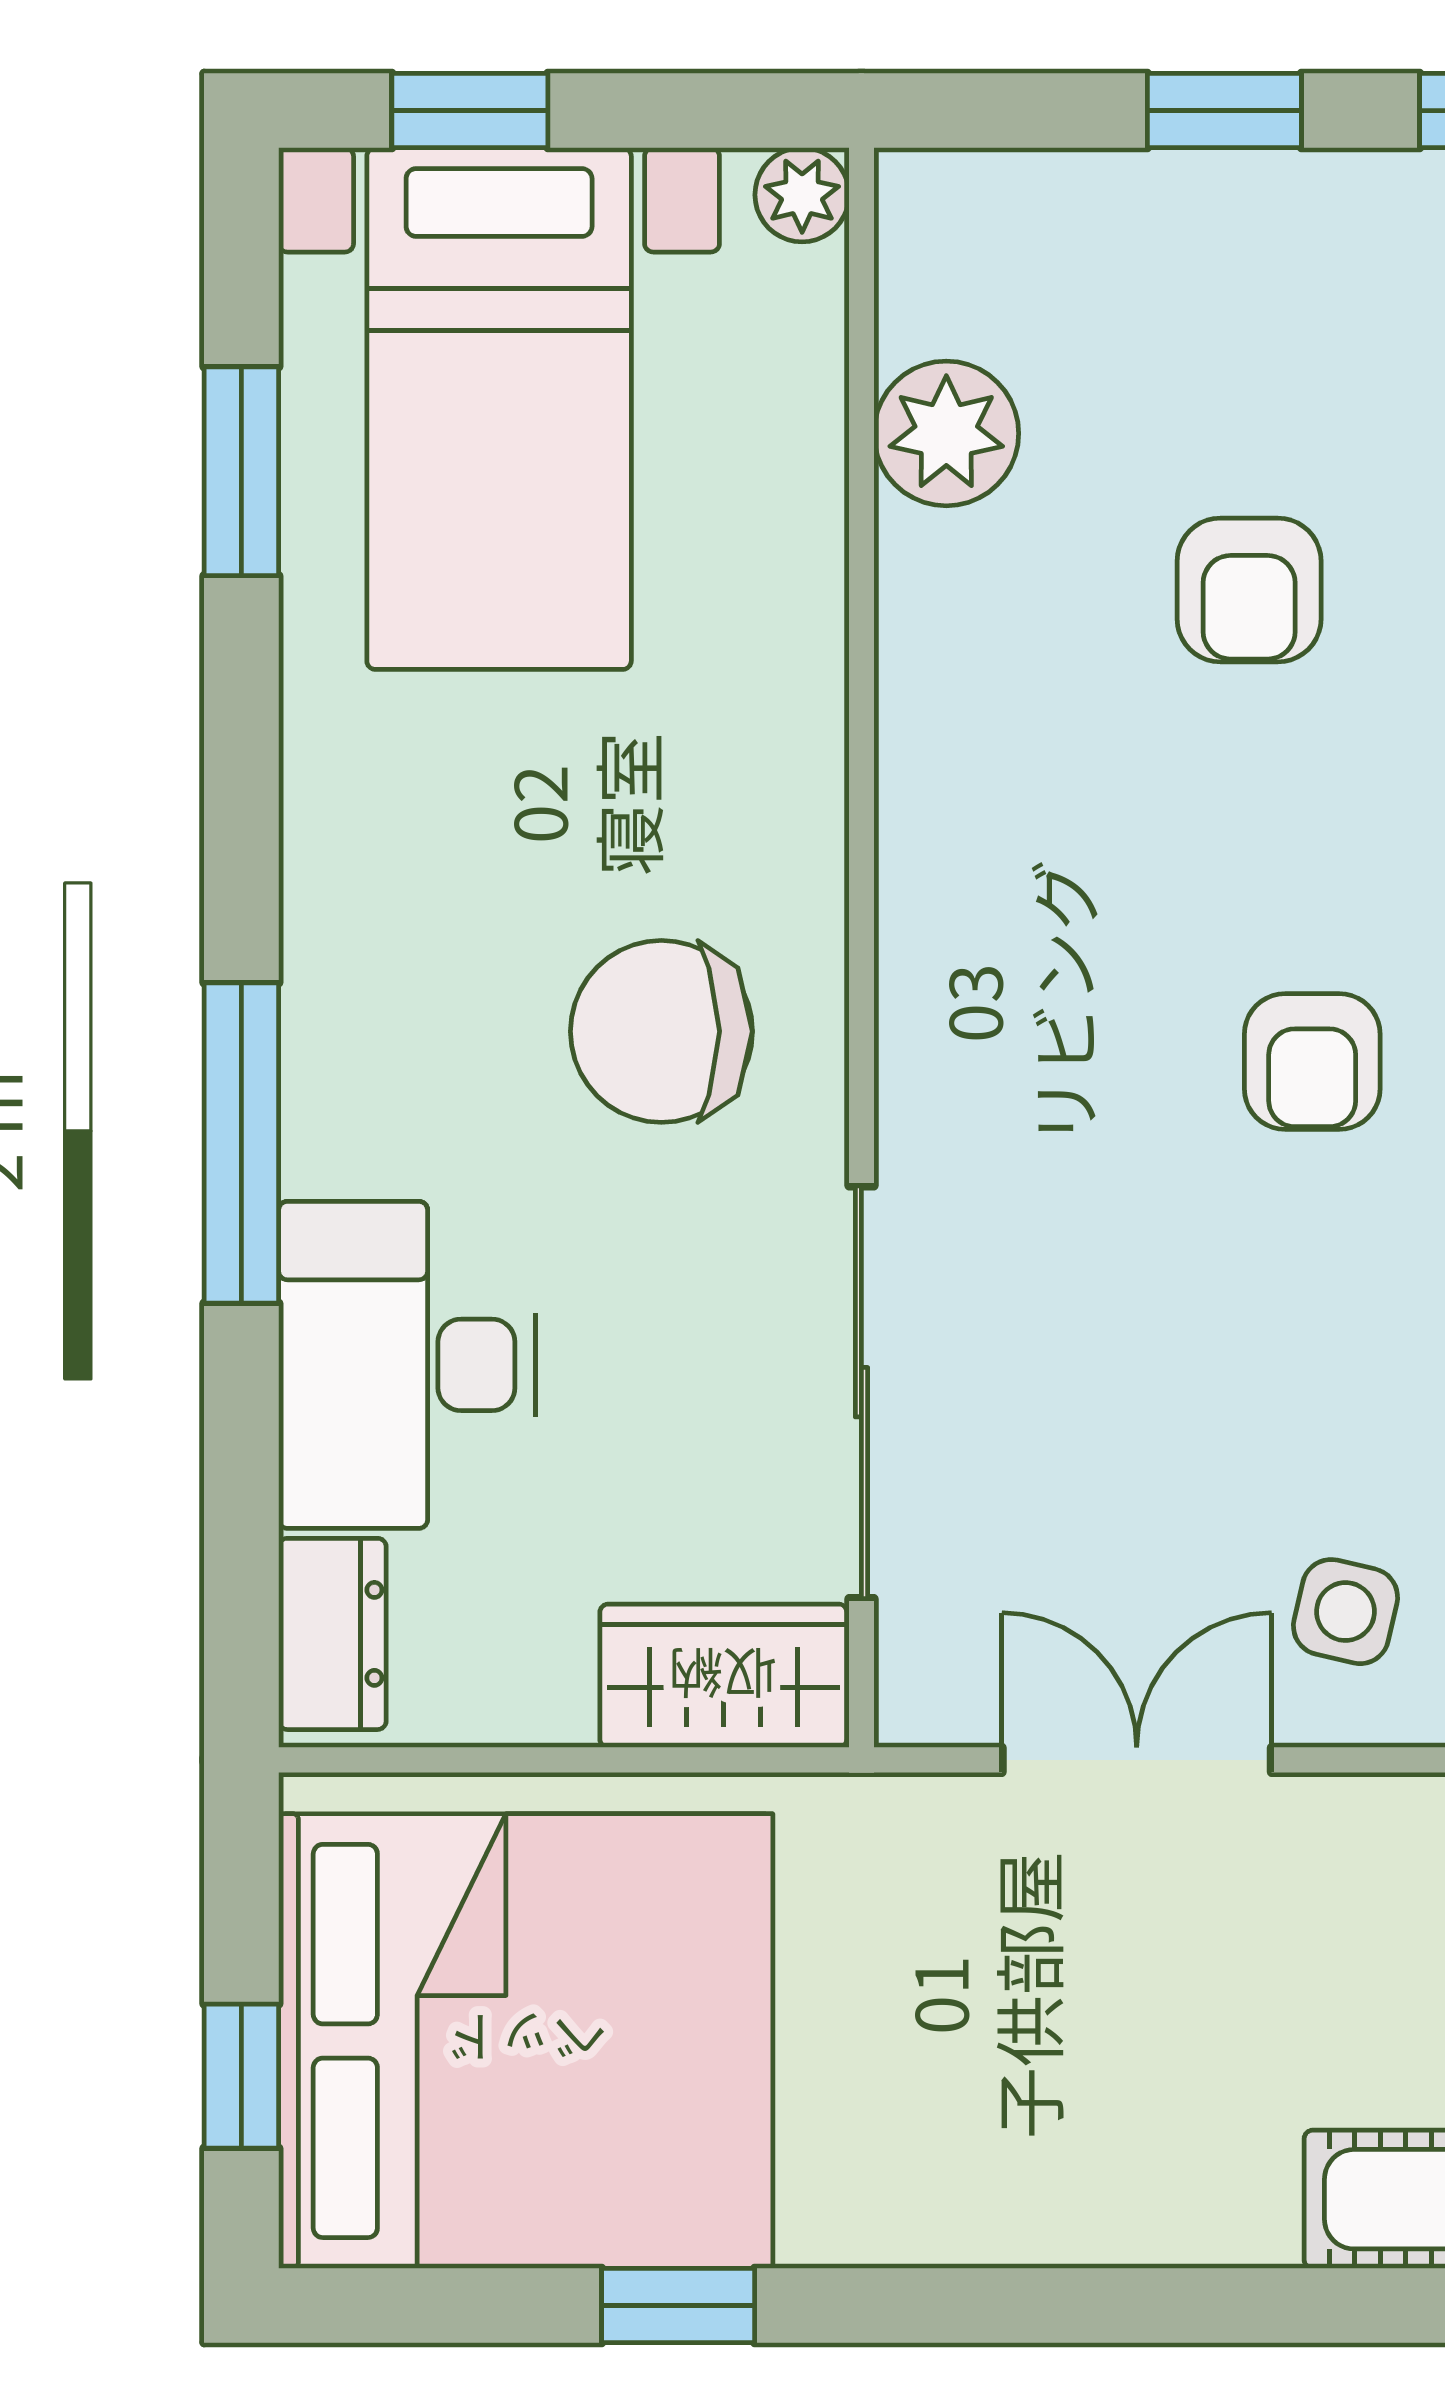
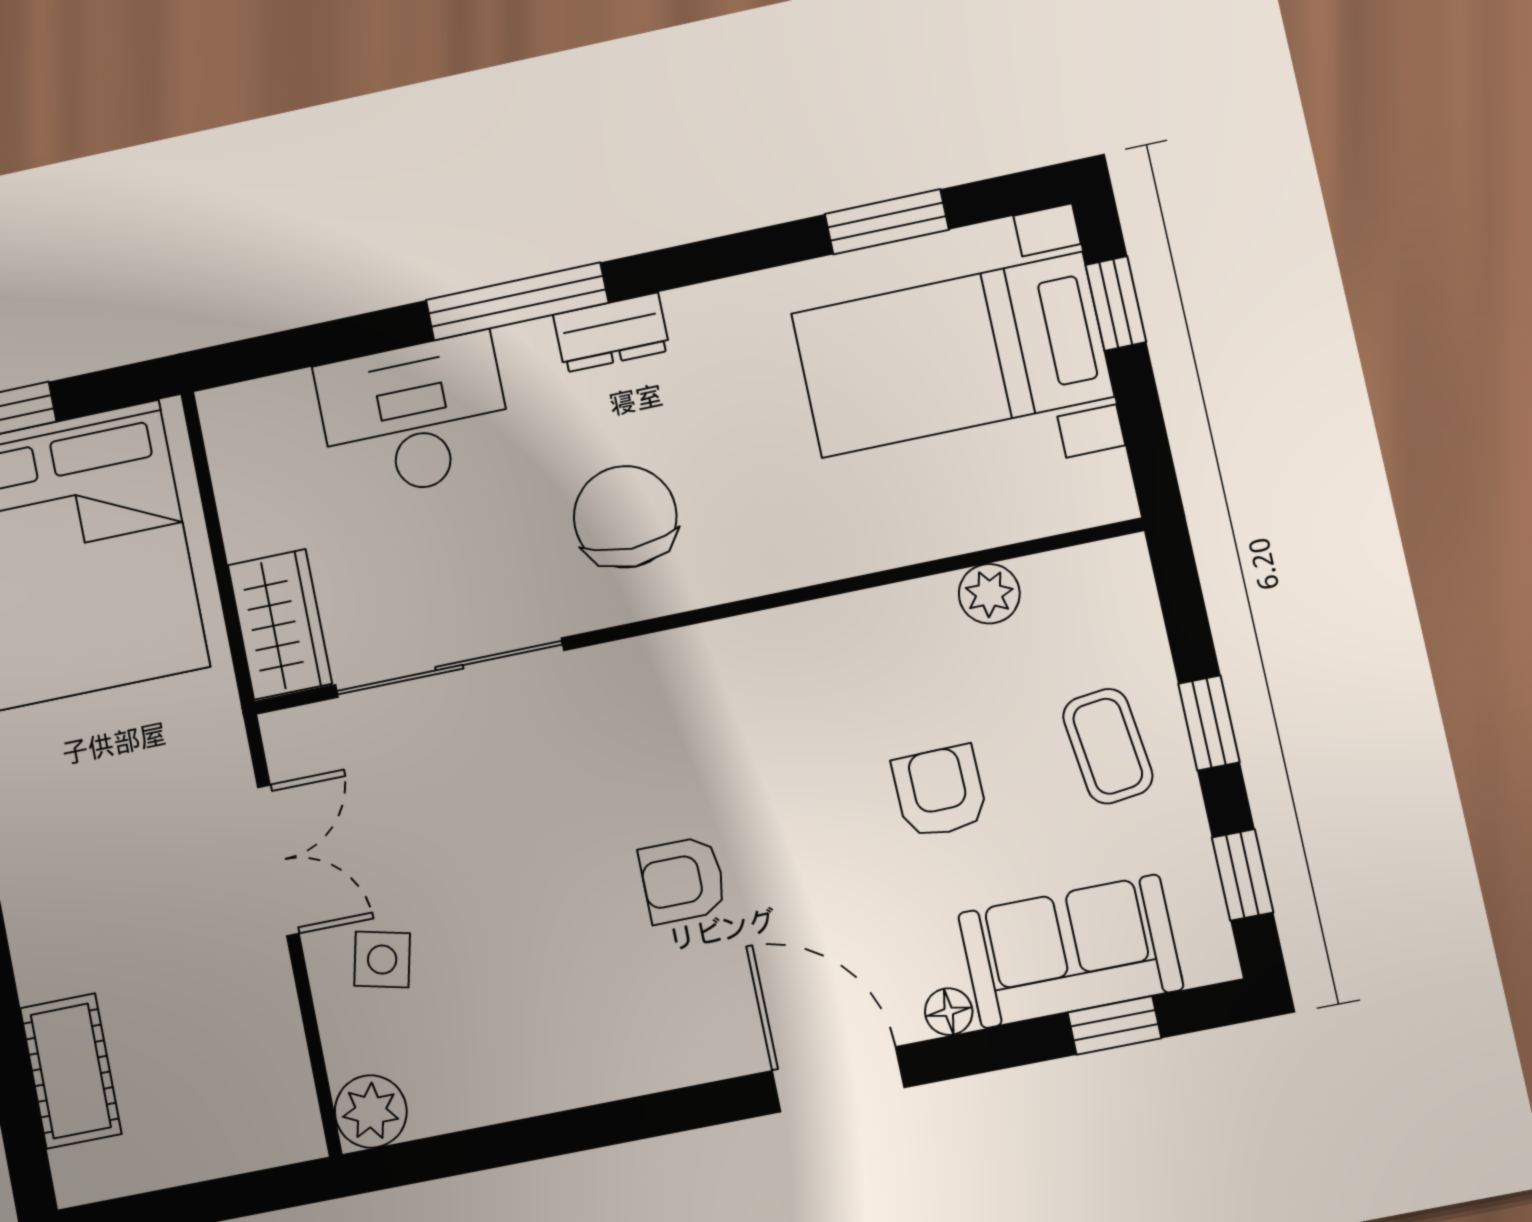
plant: (802, 195) -> (1109, 497), removed
coffee table: (1229, 289) -> (1108, 746), added
plant: (946, 433) -> (989, 594), width x0.73, depth x0.73
armchair: (1249, 590) -> (940, 792), turned 89
dresser: (332, 1634) -> (611, 333), moved

